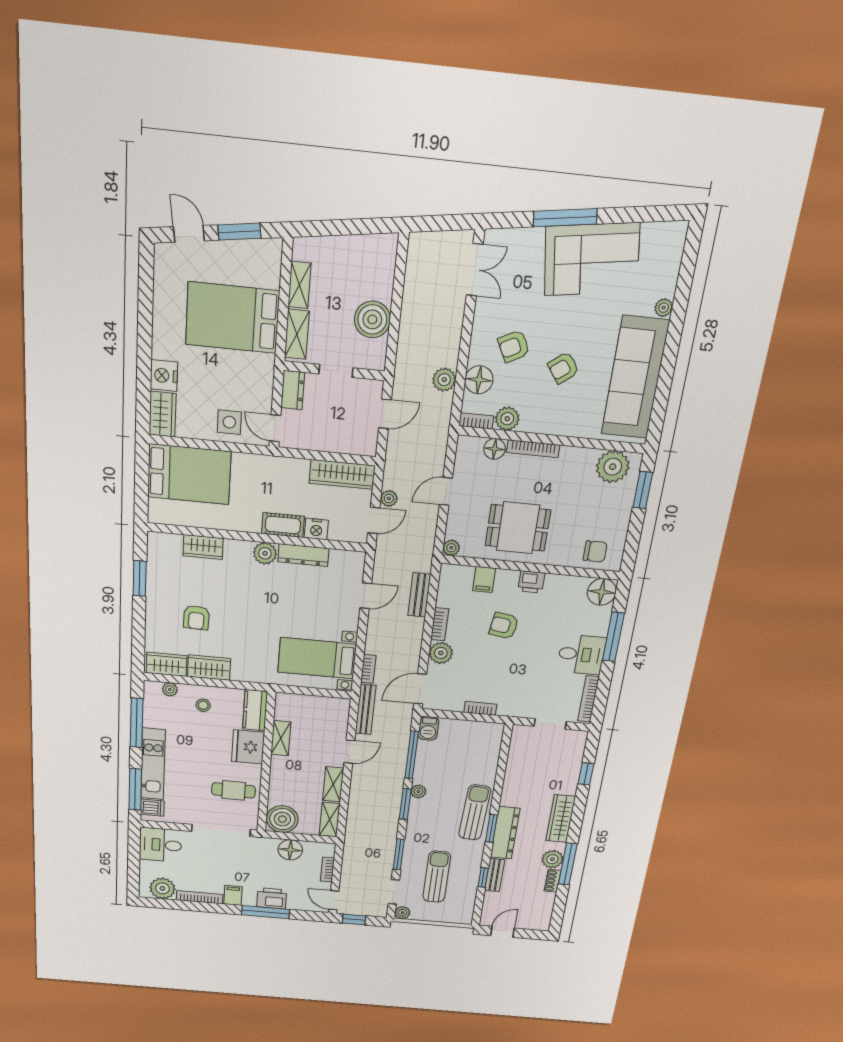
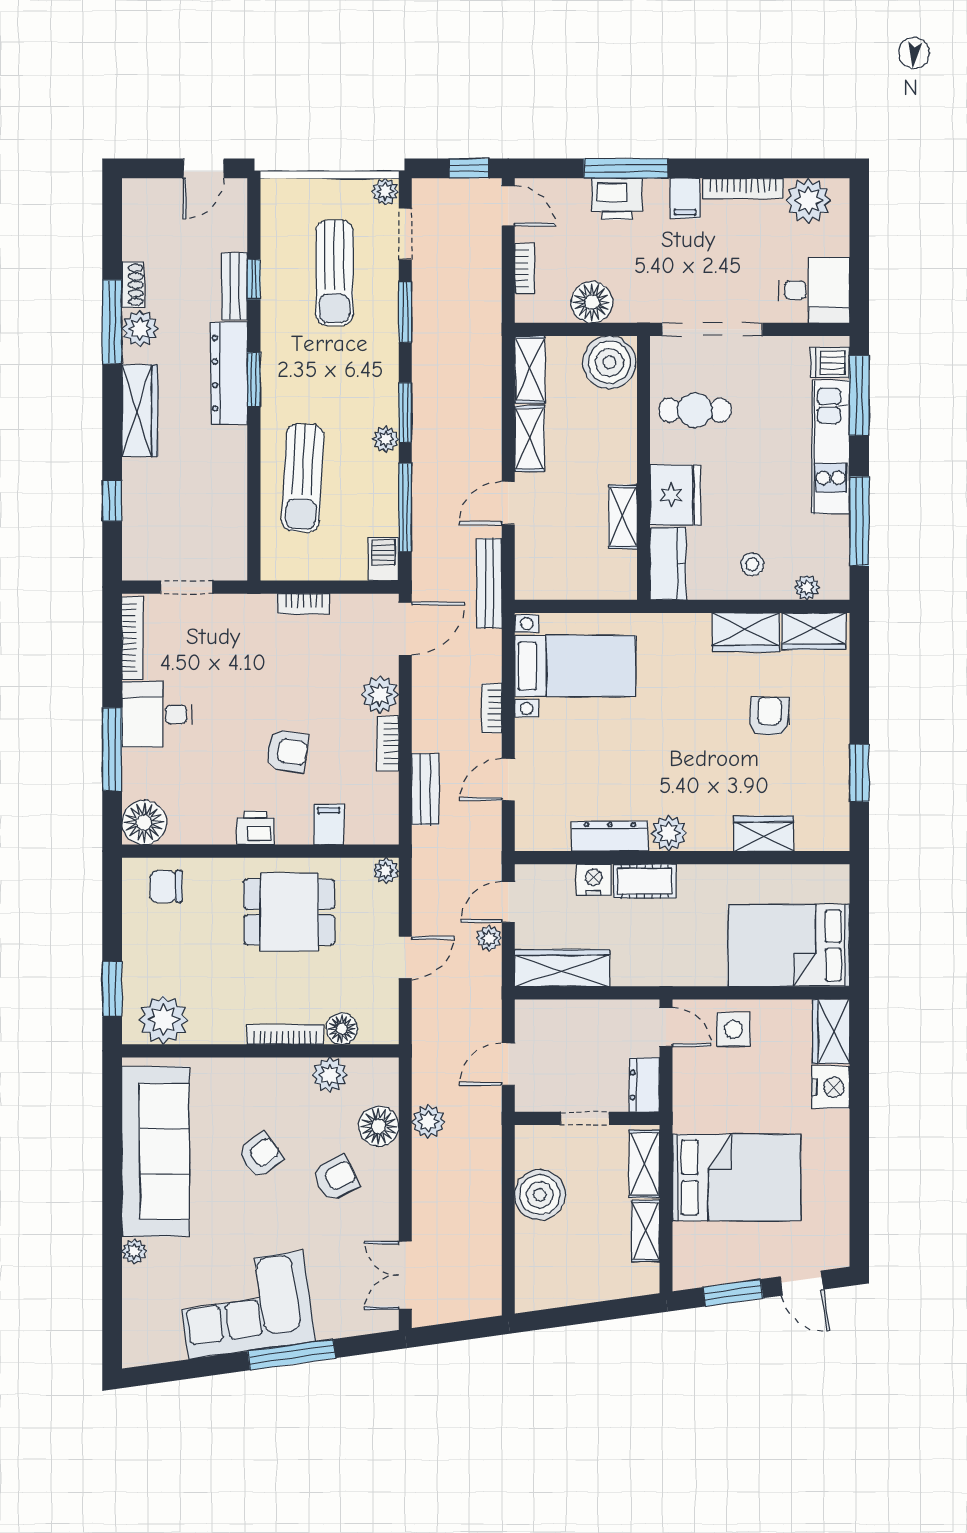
bookcase: (476, 421) -> (374, 1067), removed
bookcase: (368, 669) -> (492, 708), moved
sun lounger: (475, 812) -> (303, 478), moved

